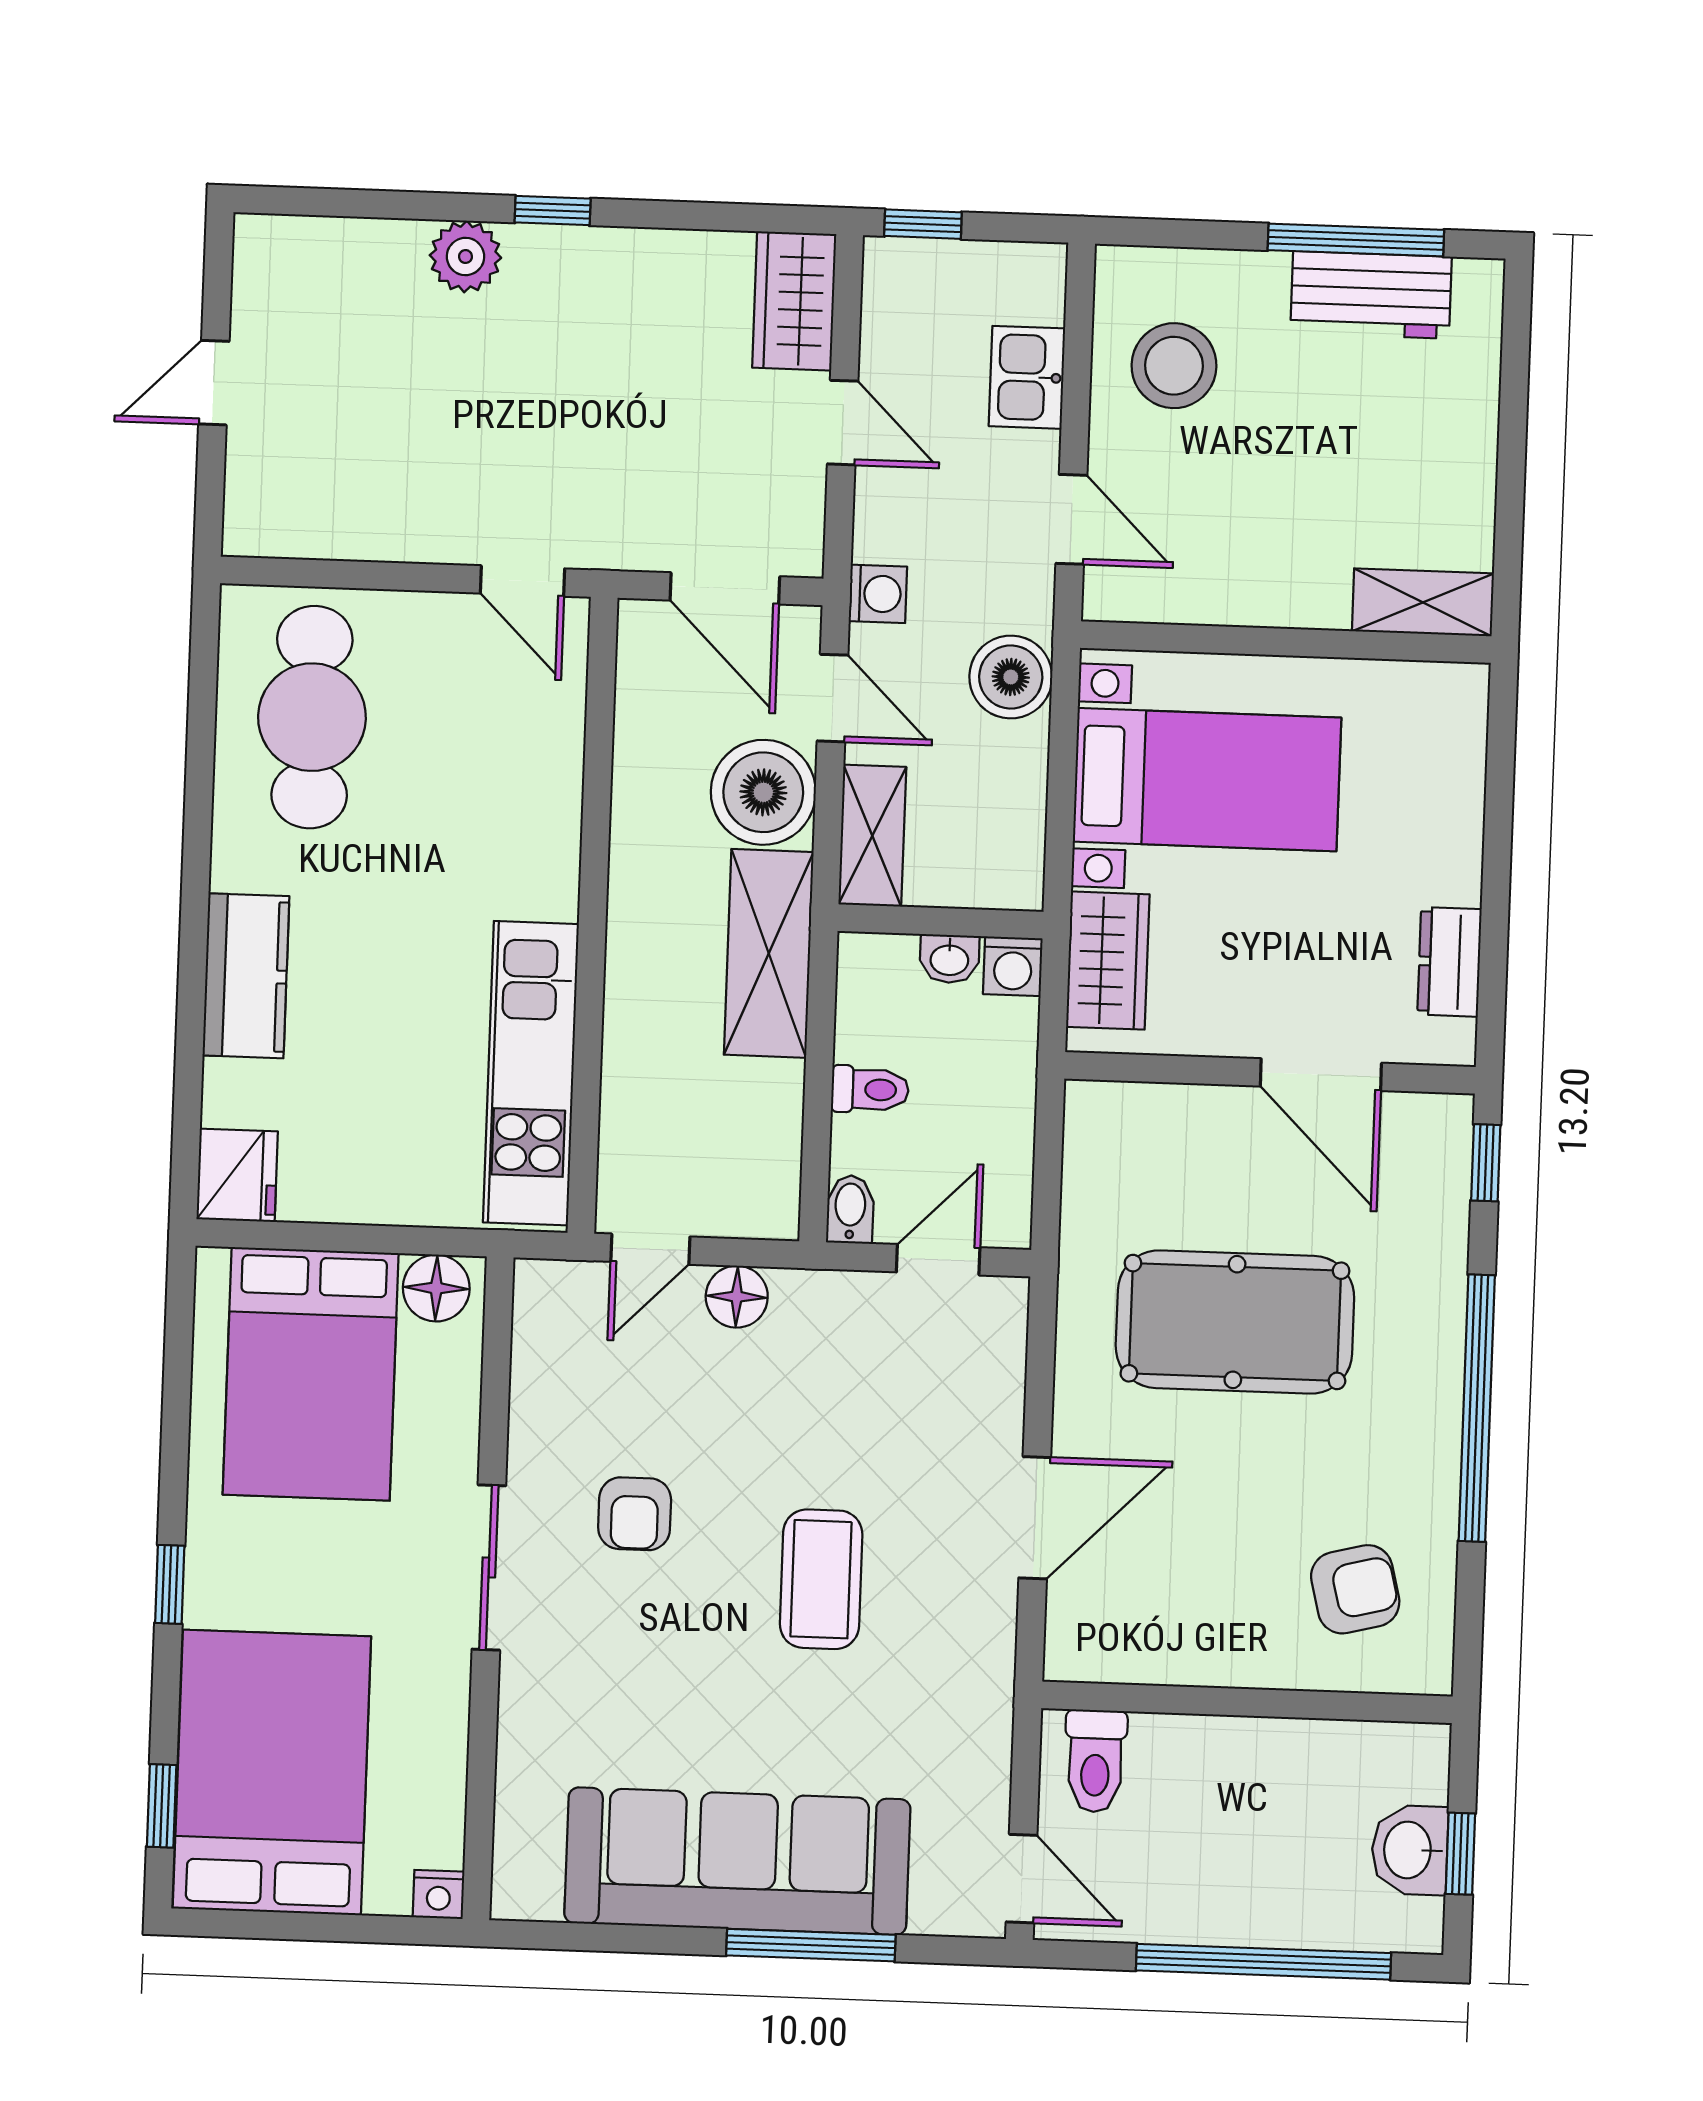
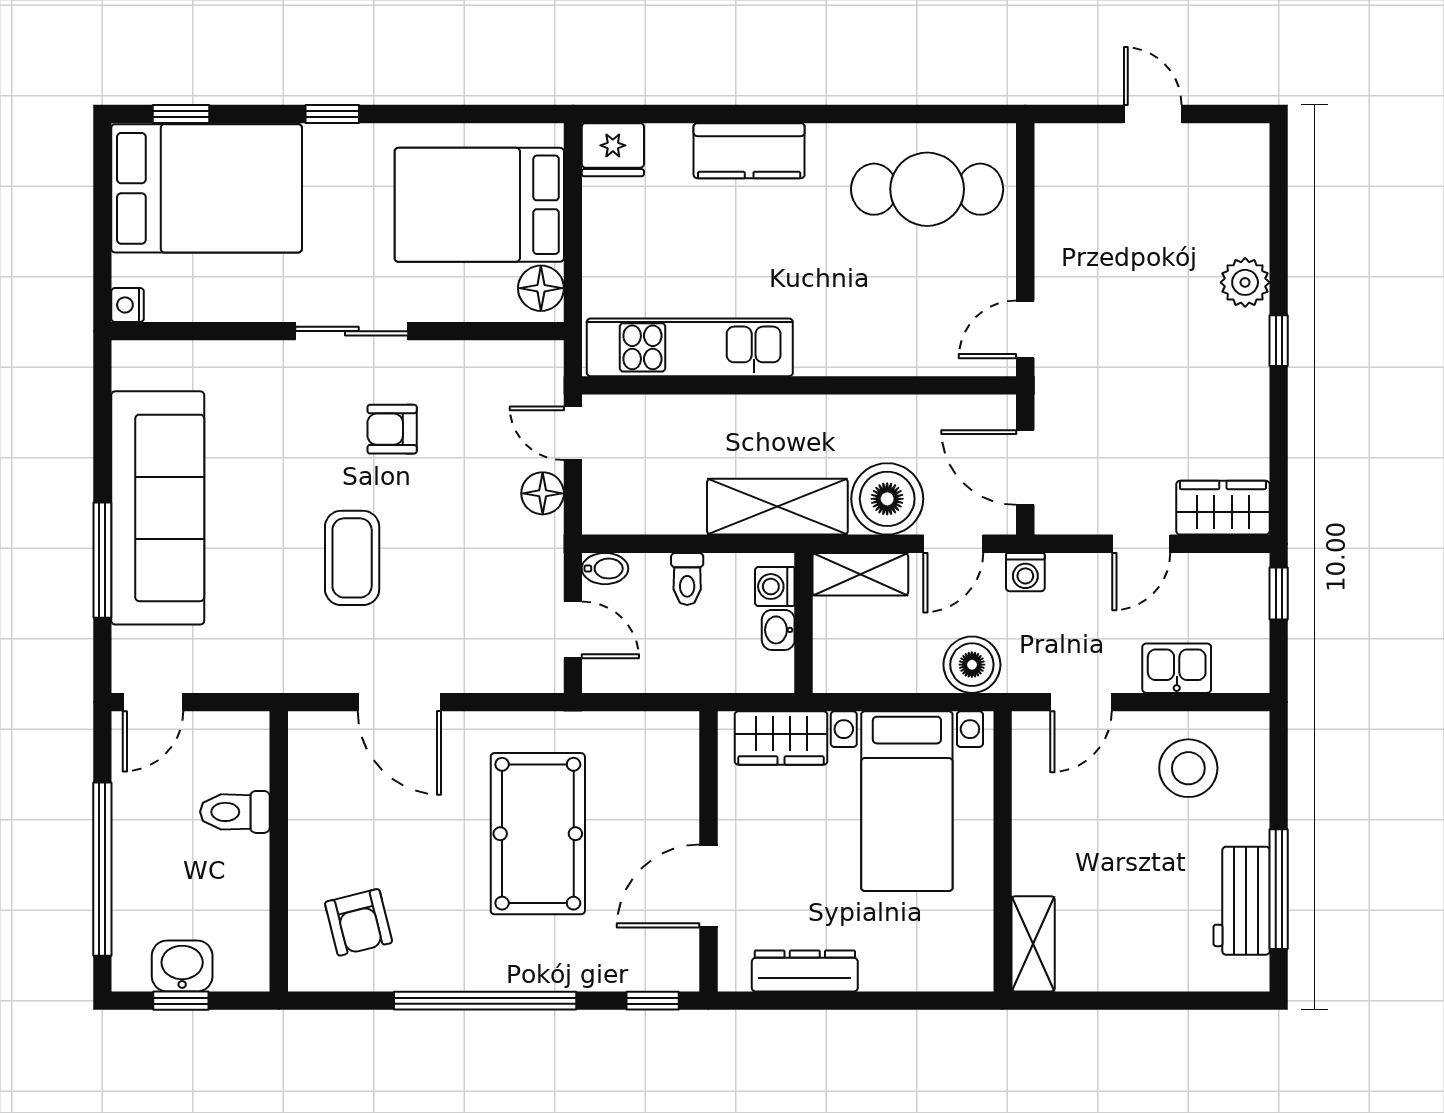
door: (725, 588) -> (1025, 468), hinge flipped
dresser: (1449, 962) -> (805, 971), width x1.44
washing machine: (1013, 966) -> (775, 587), moved
coffee table: (821, 1579) -> (352, 558), turned 90
toilet: (1095, 1761) -> (235, 812), moved

